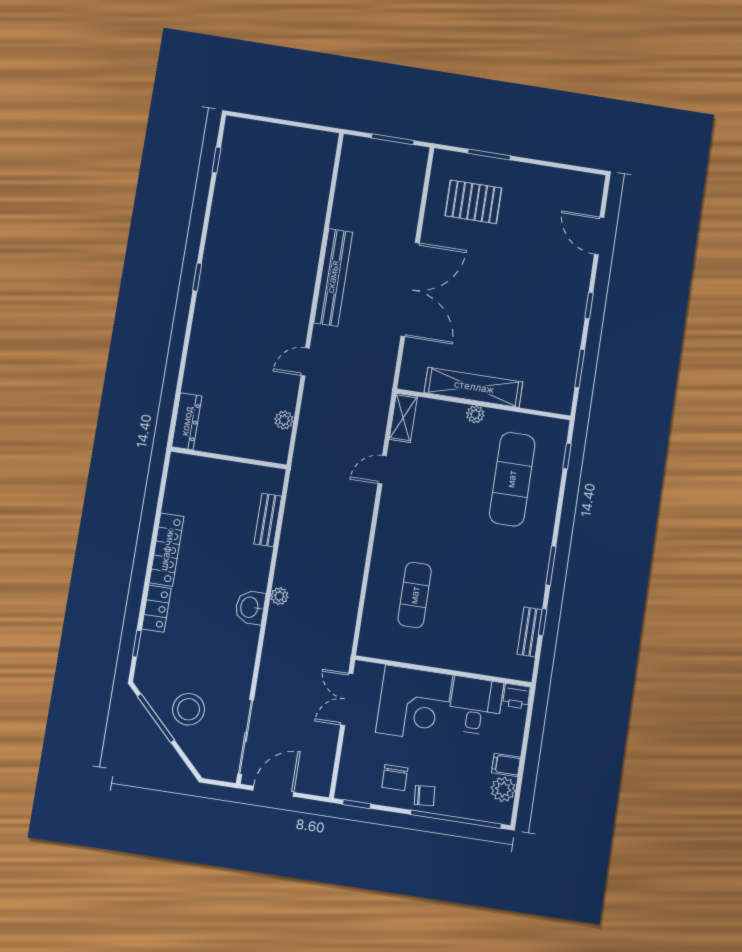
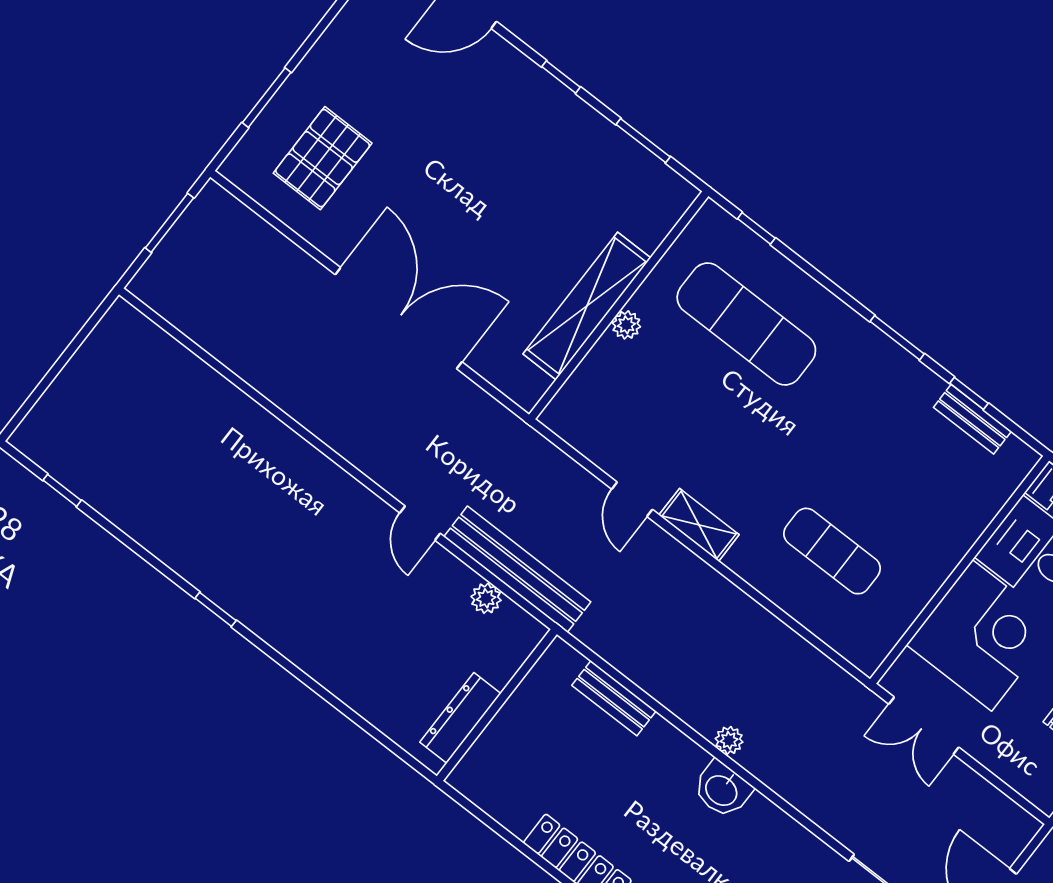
bench: (333, 277) -> (517, 569), moved
shelving: (403, 418) -> (699, 525), moved
dresser: (187, 421) -> (460, 718), moved, turned -90

